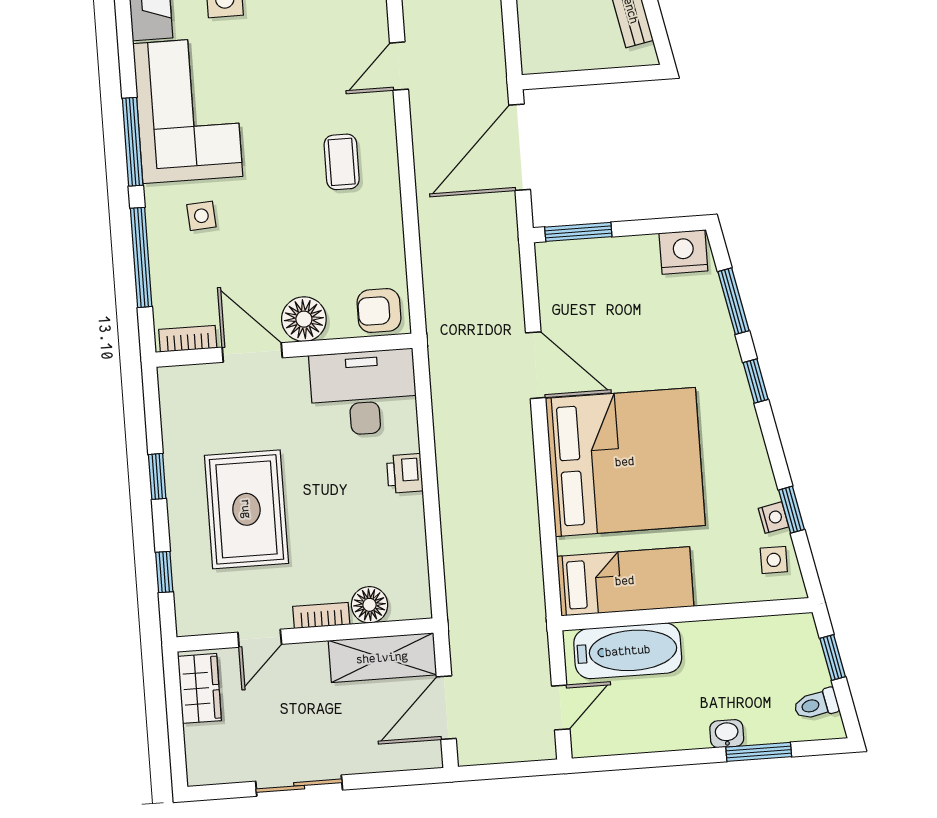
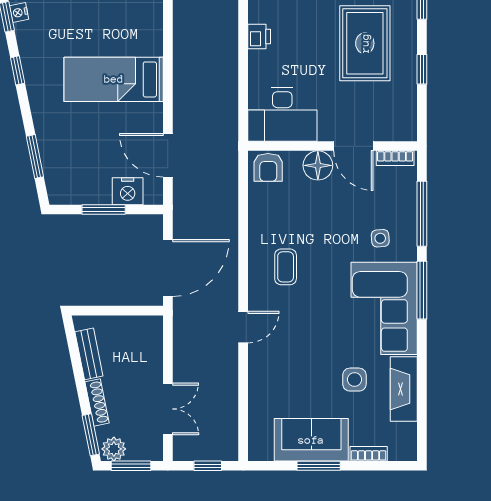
window: (578, 232) -> (104, 210), moved
nightstand: (683, 252) -> (128, 191), moved
armchair: (379, 311) -> (268, 167), turned 90
door: (536, 365) -> (168, 155), moved
window: (756, 381) -> (18, 70), moved
bed: (625, 462) -> (114, 79), width x0.49
printer: (405, 473) -> (259, 37), moved

